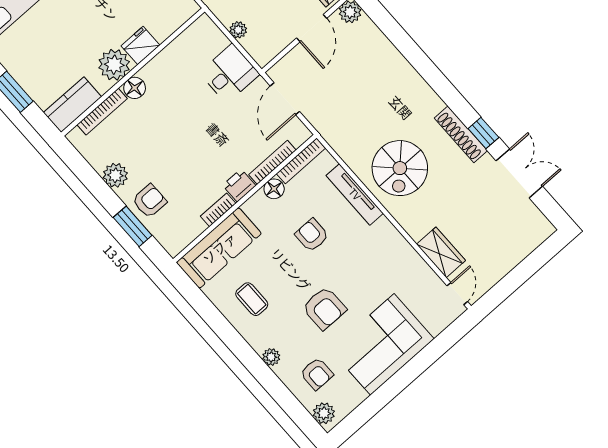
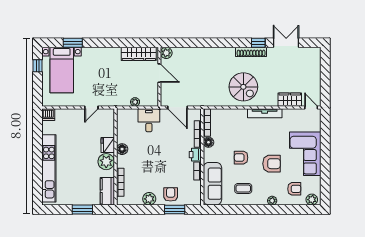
floor lamp: (135, 88) -> (122, 149), moved
tv unit: (355, 194) -> (265, 113), moved
armchair: (312, 235) -> (241, 158), moved

